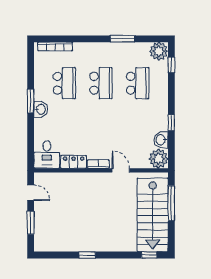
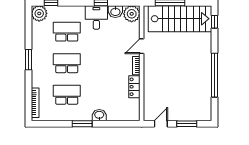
window: (123, 39) -> (28, 60), moved
washbasin: (41, 109) -> (99, 115), moved
desk: (47, 155) -> (96, 17), moved, turned -90
window: (87, 255) -> (215, 75), width x3.17

